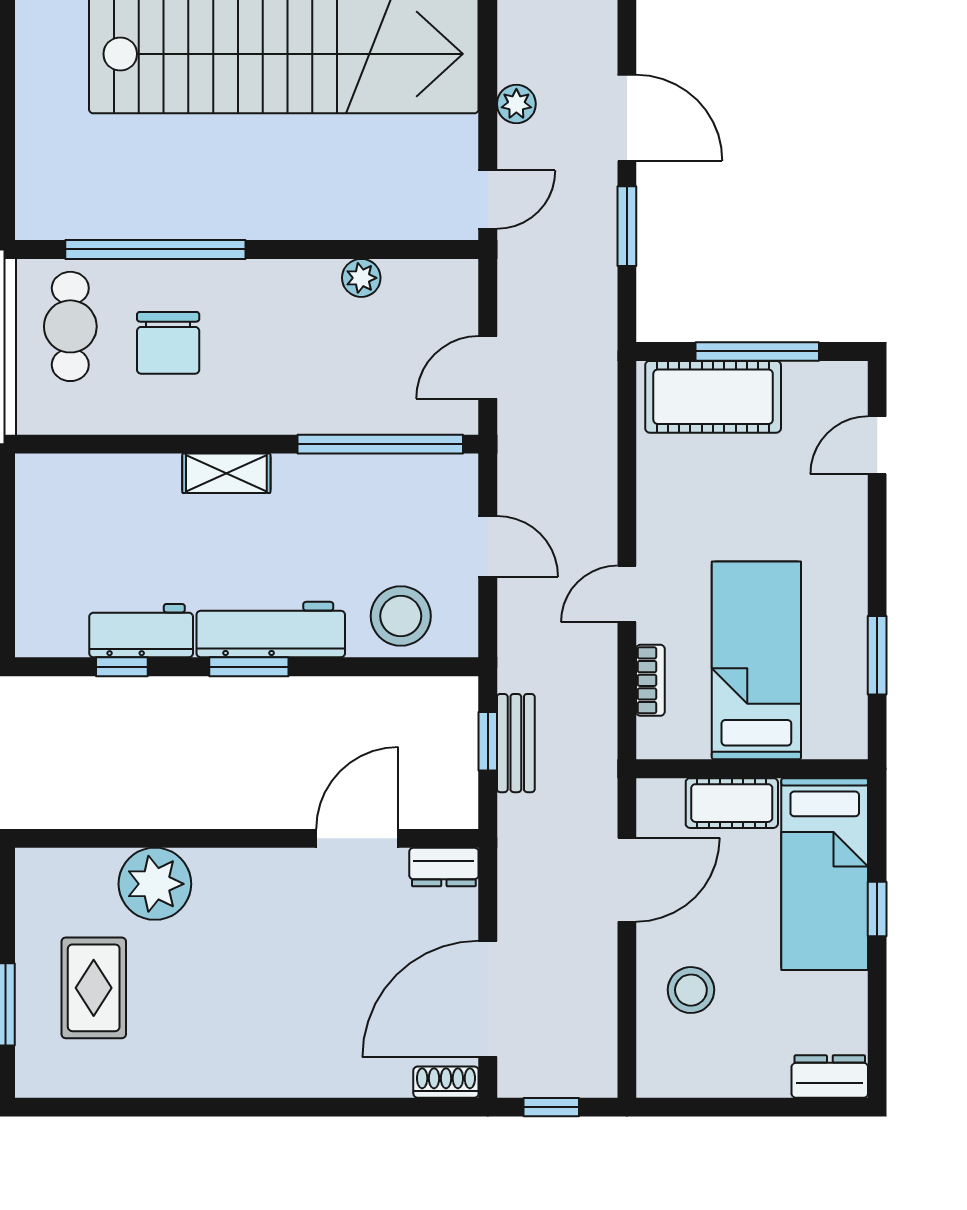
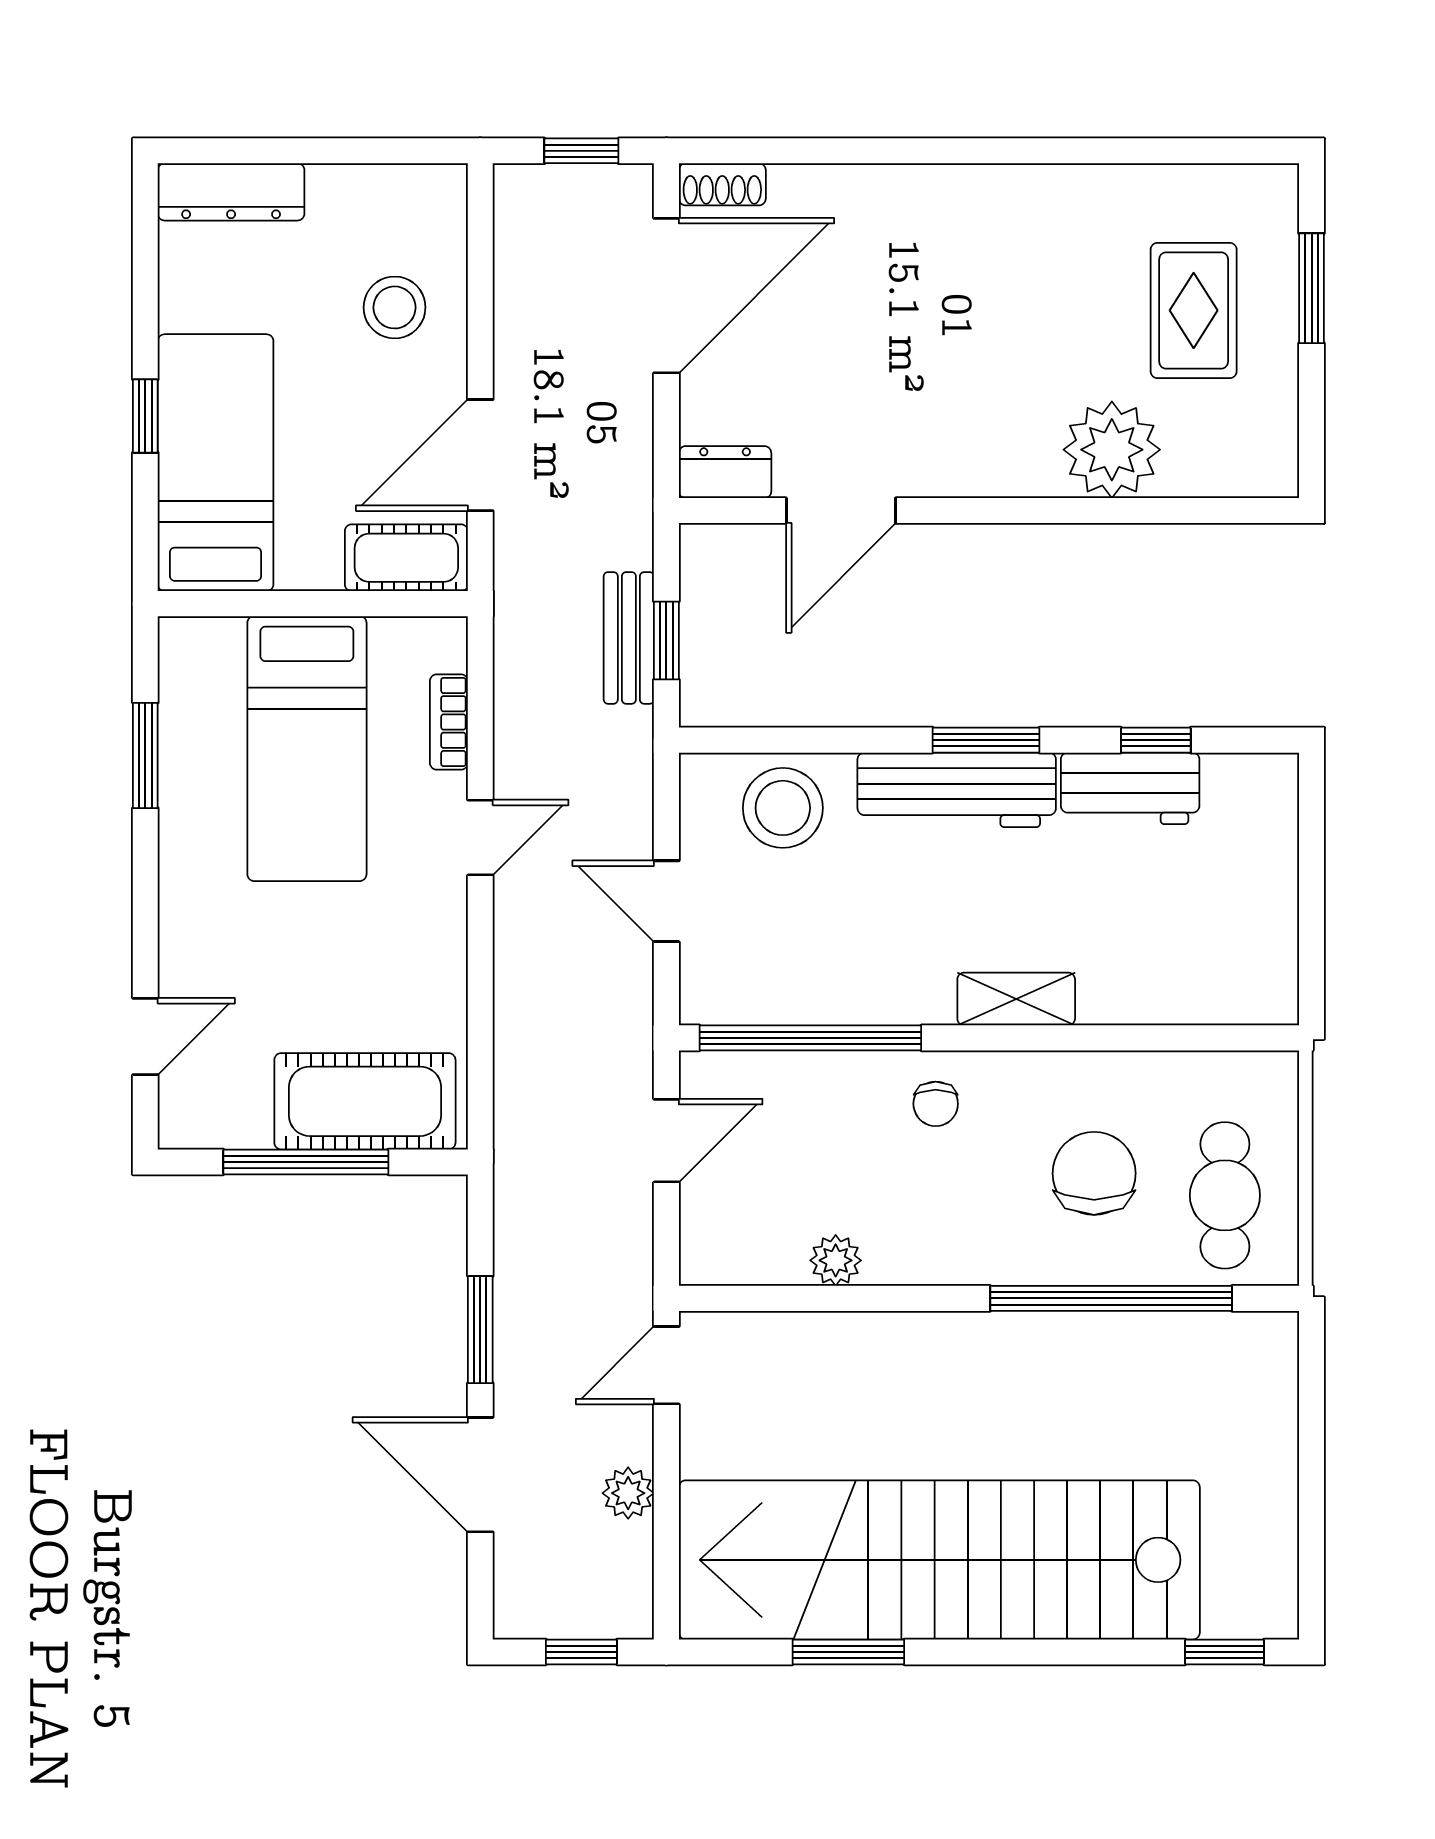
chair: (286, 395) -> (936, 1104), added
cot: (732, 803) -> (406, 558), moved
dresser: (830, 1076) -> (231, 192), width x1.44

